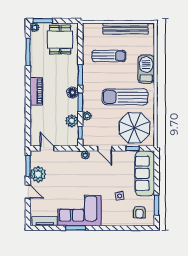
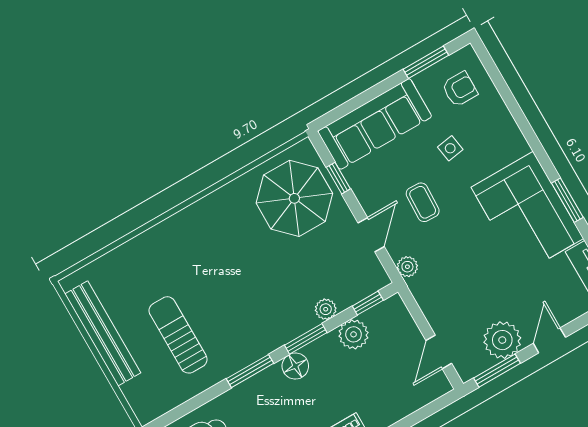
barbecue: (146, 69) -> (161, 244), removed
sun lounger: (125, 97) -> (242, 254), removed
coffee table: (106, 174) -> (423, 202), added

